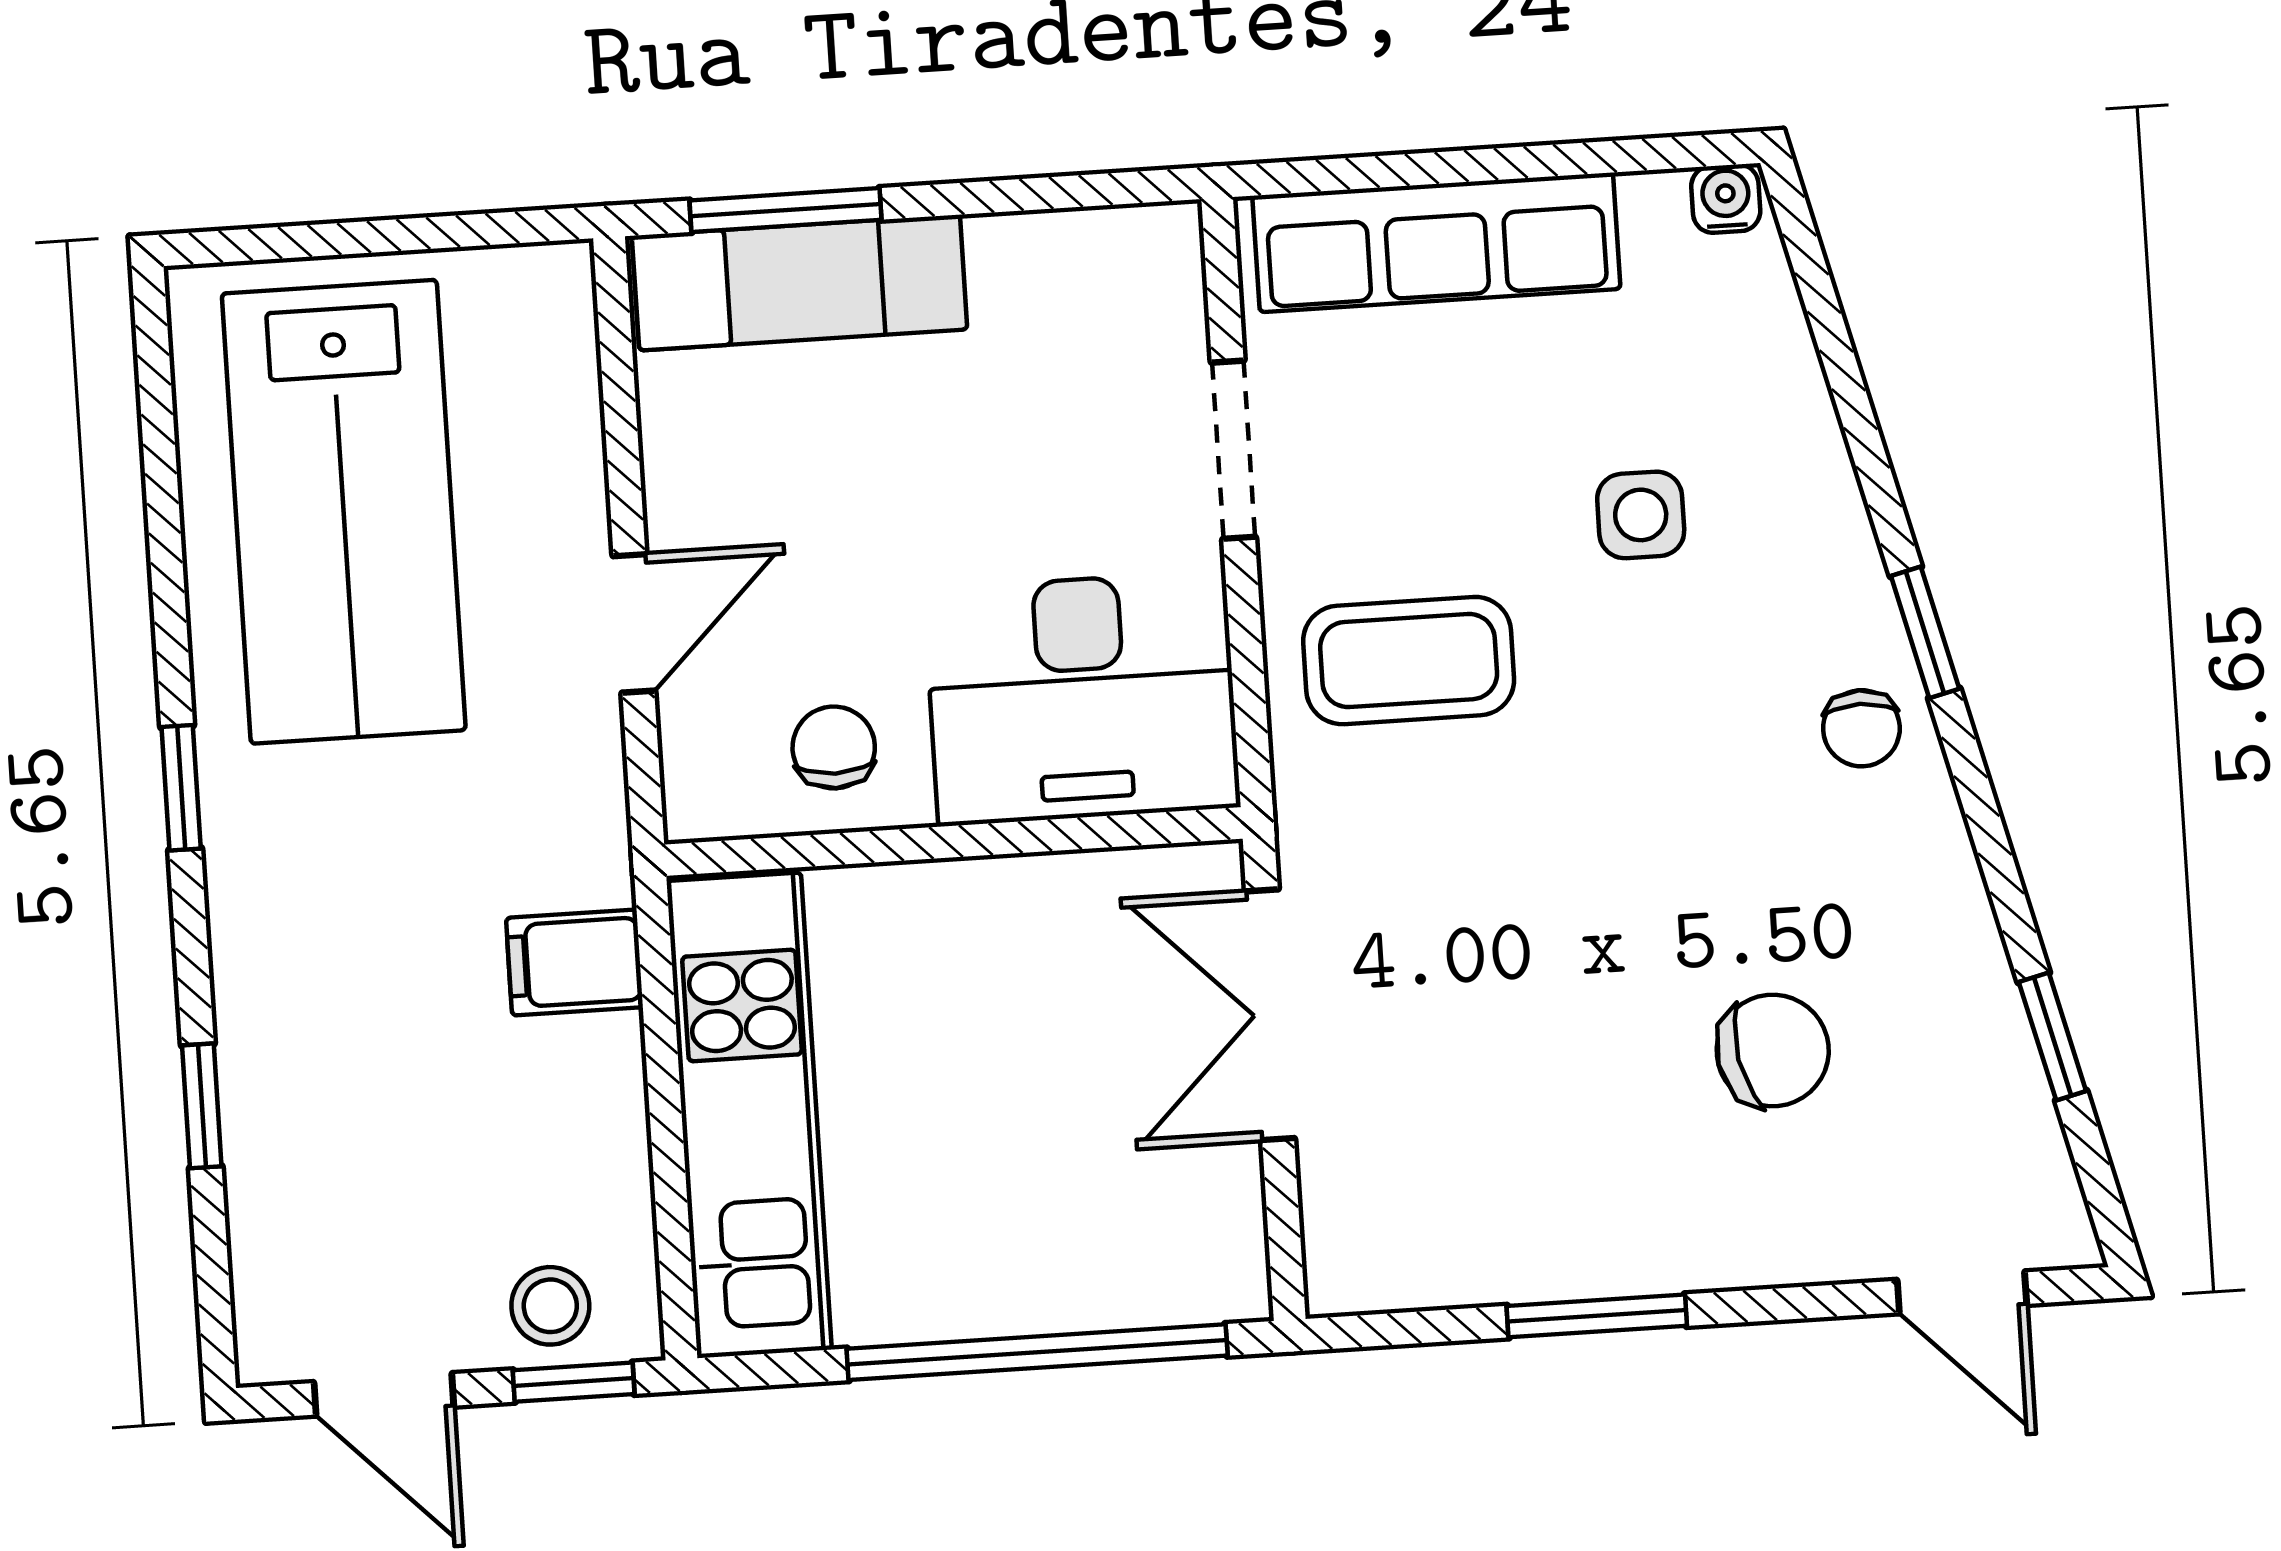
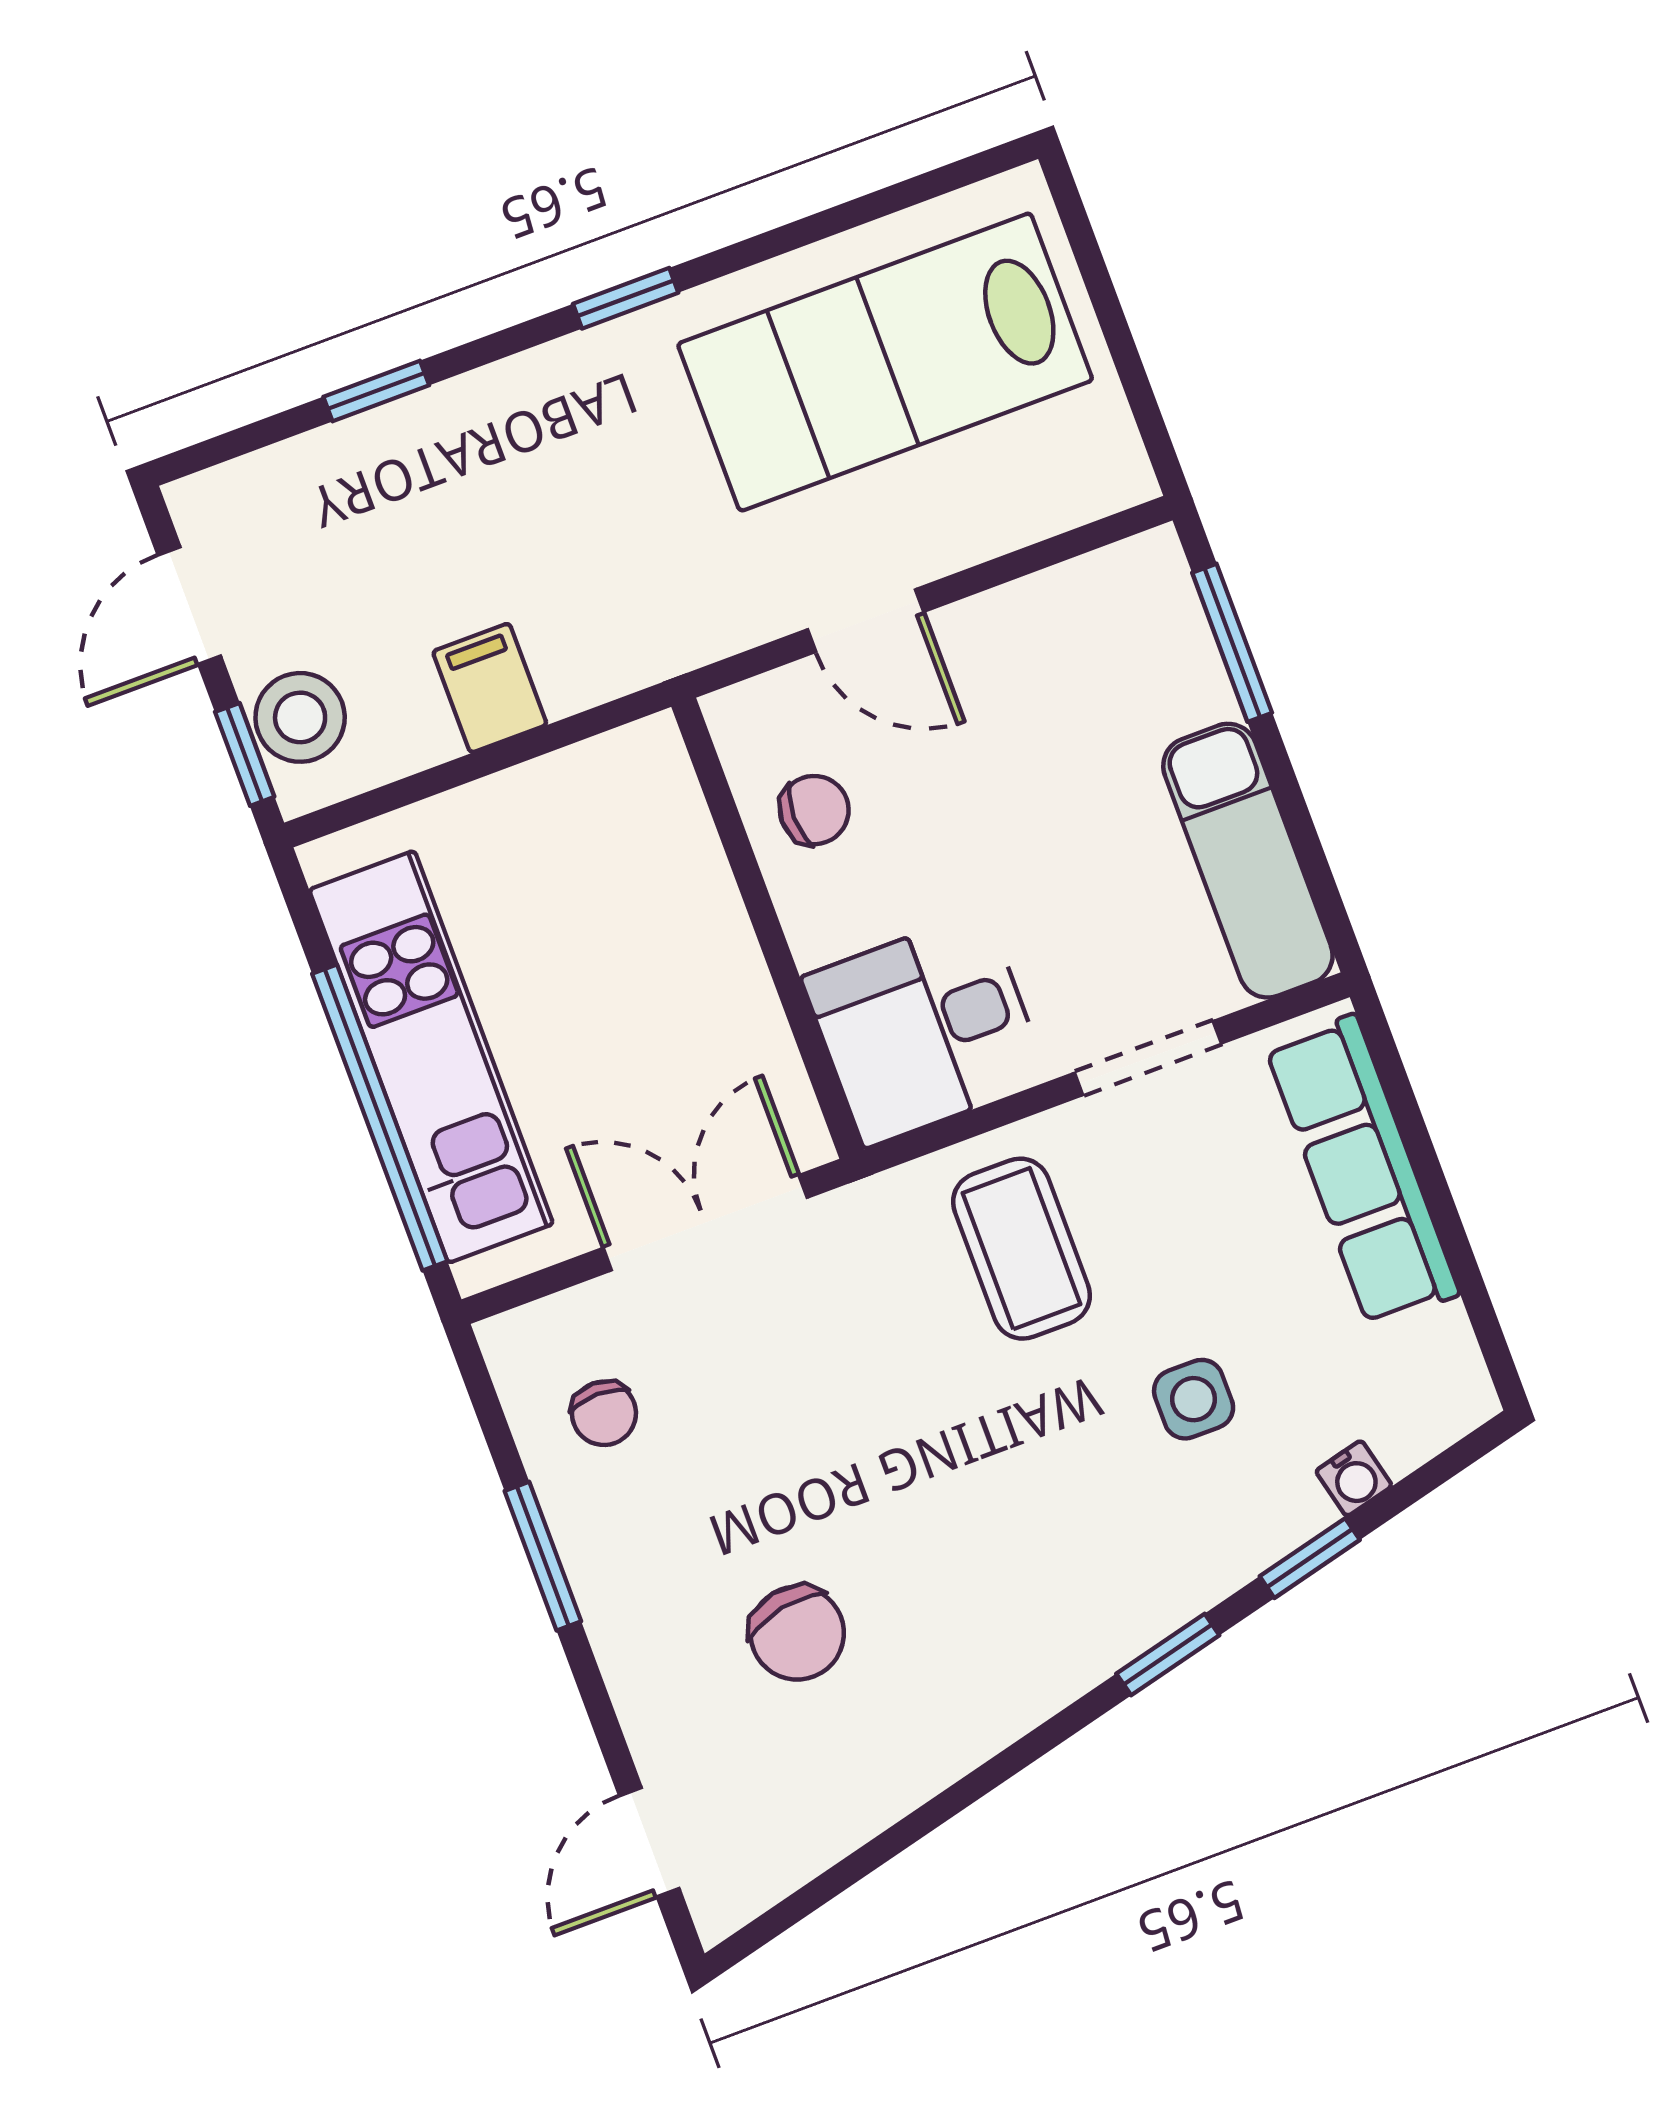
water cooler: (1726, 199) -> (1354, 1478), moved, turned 76
exam couch: (800, 283) -> (1248, 861), moved
desk: (1082, 698) -> (925, 1029), width x0.73
chair: (1861, 728) -> (604, 1413), moved, turned -90
filing cabinet: (574, 963) -> (490, 688), moved
window: (2052, 1037) -> (1310, 1558), moved
kitchen unit: (749, 1115) -> (431, 1057), moved, turned -90
stool: (550, 1306) -> (300, 717), width x1.37, depth x1.37

